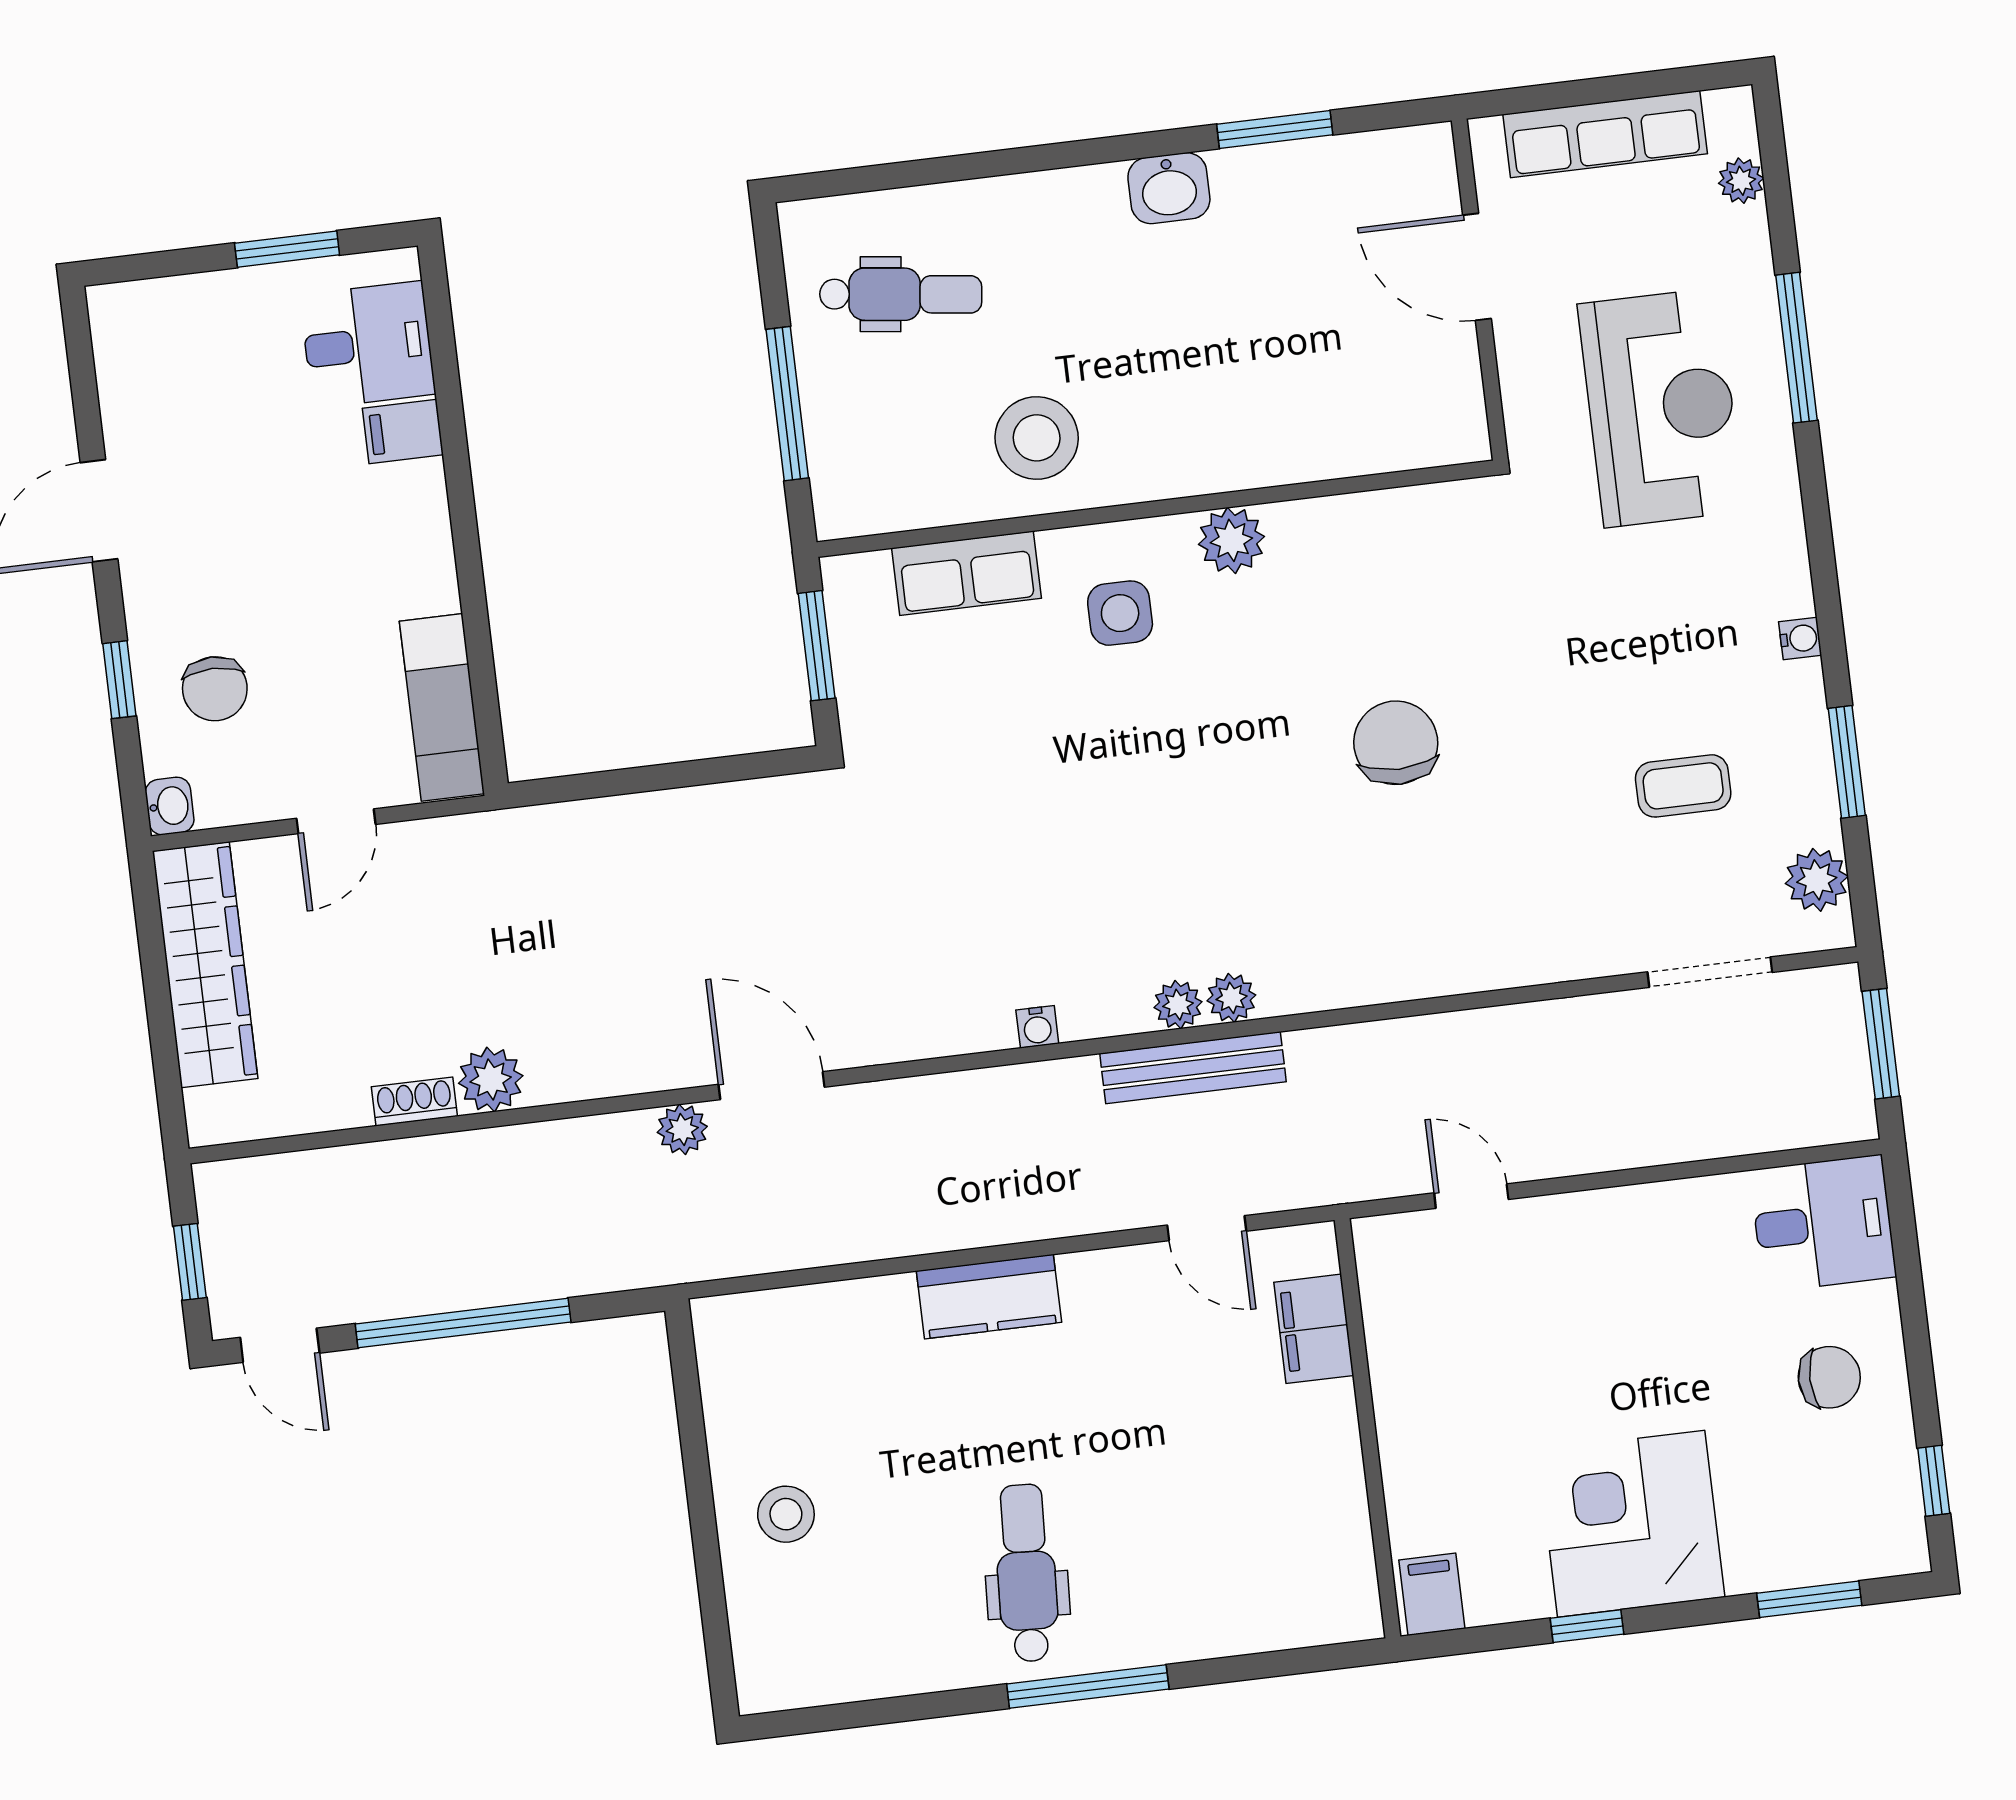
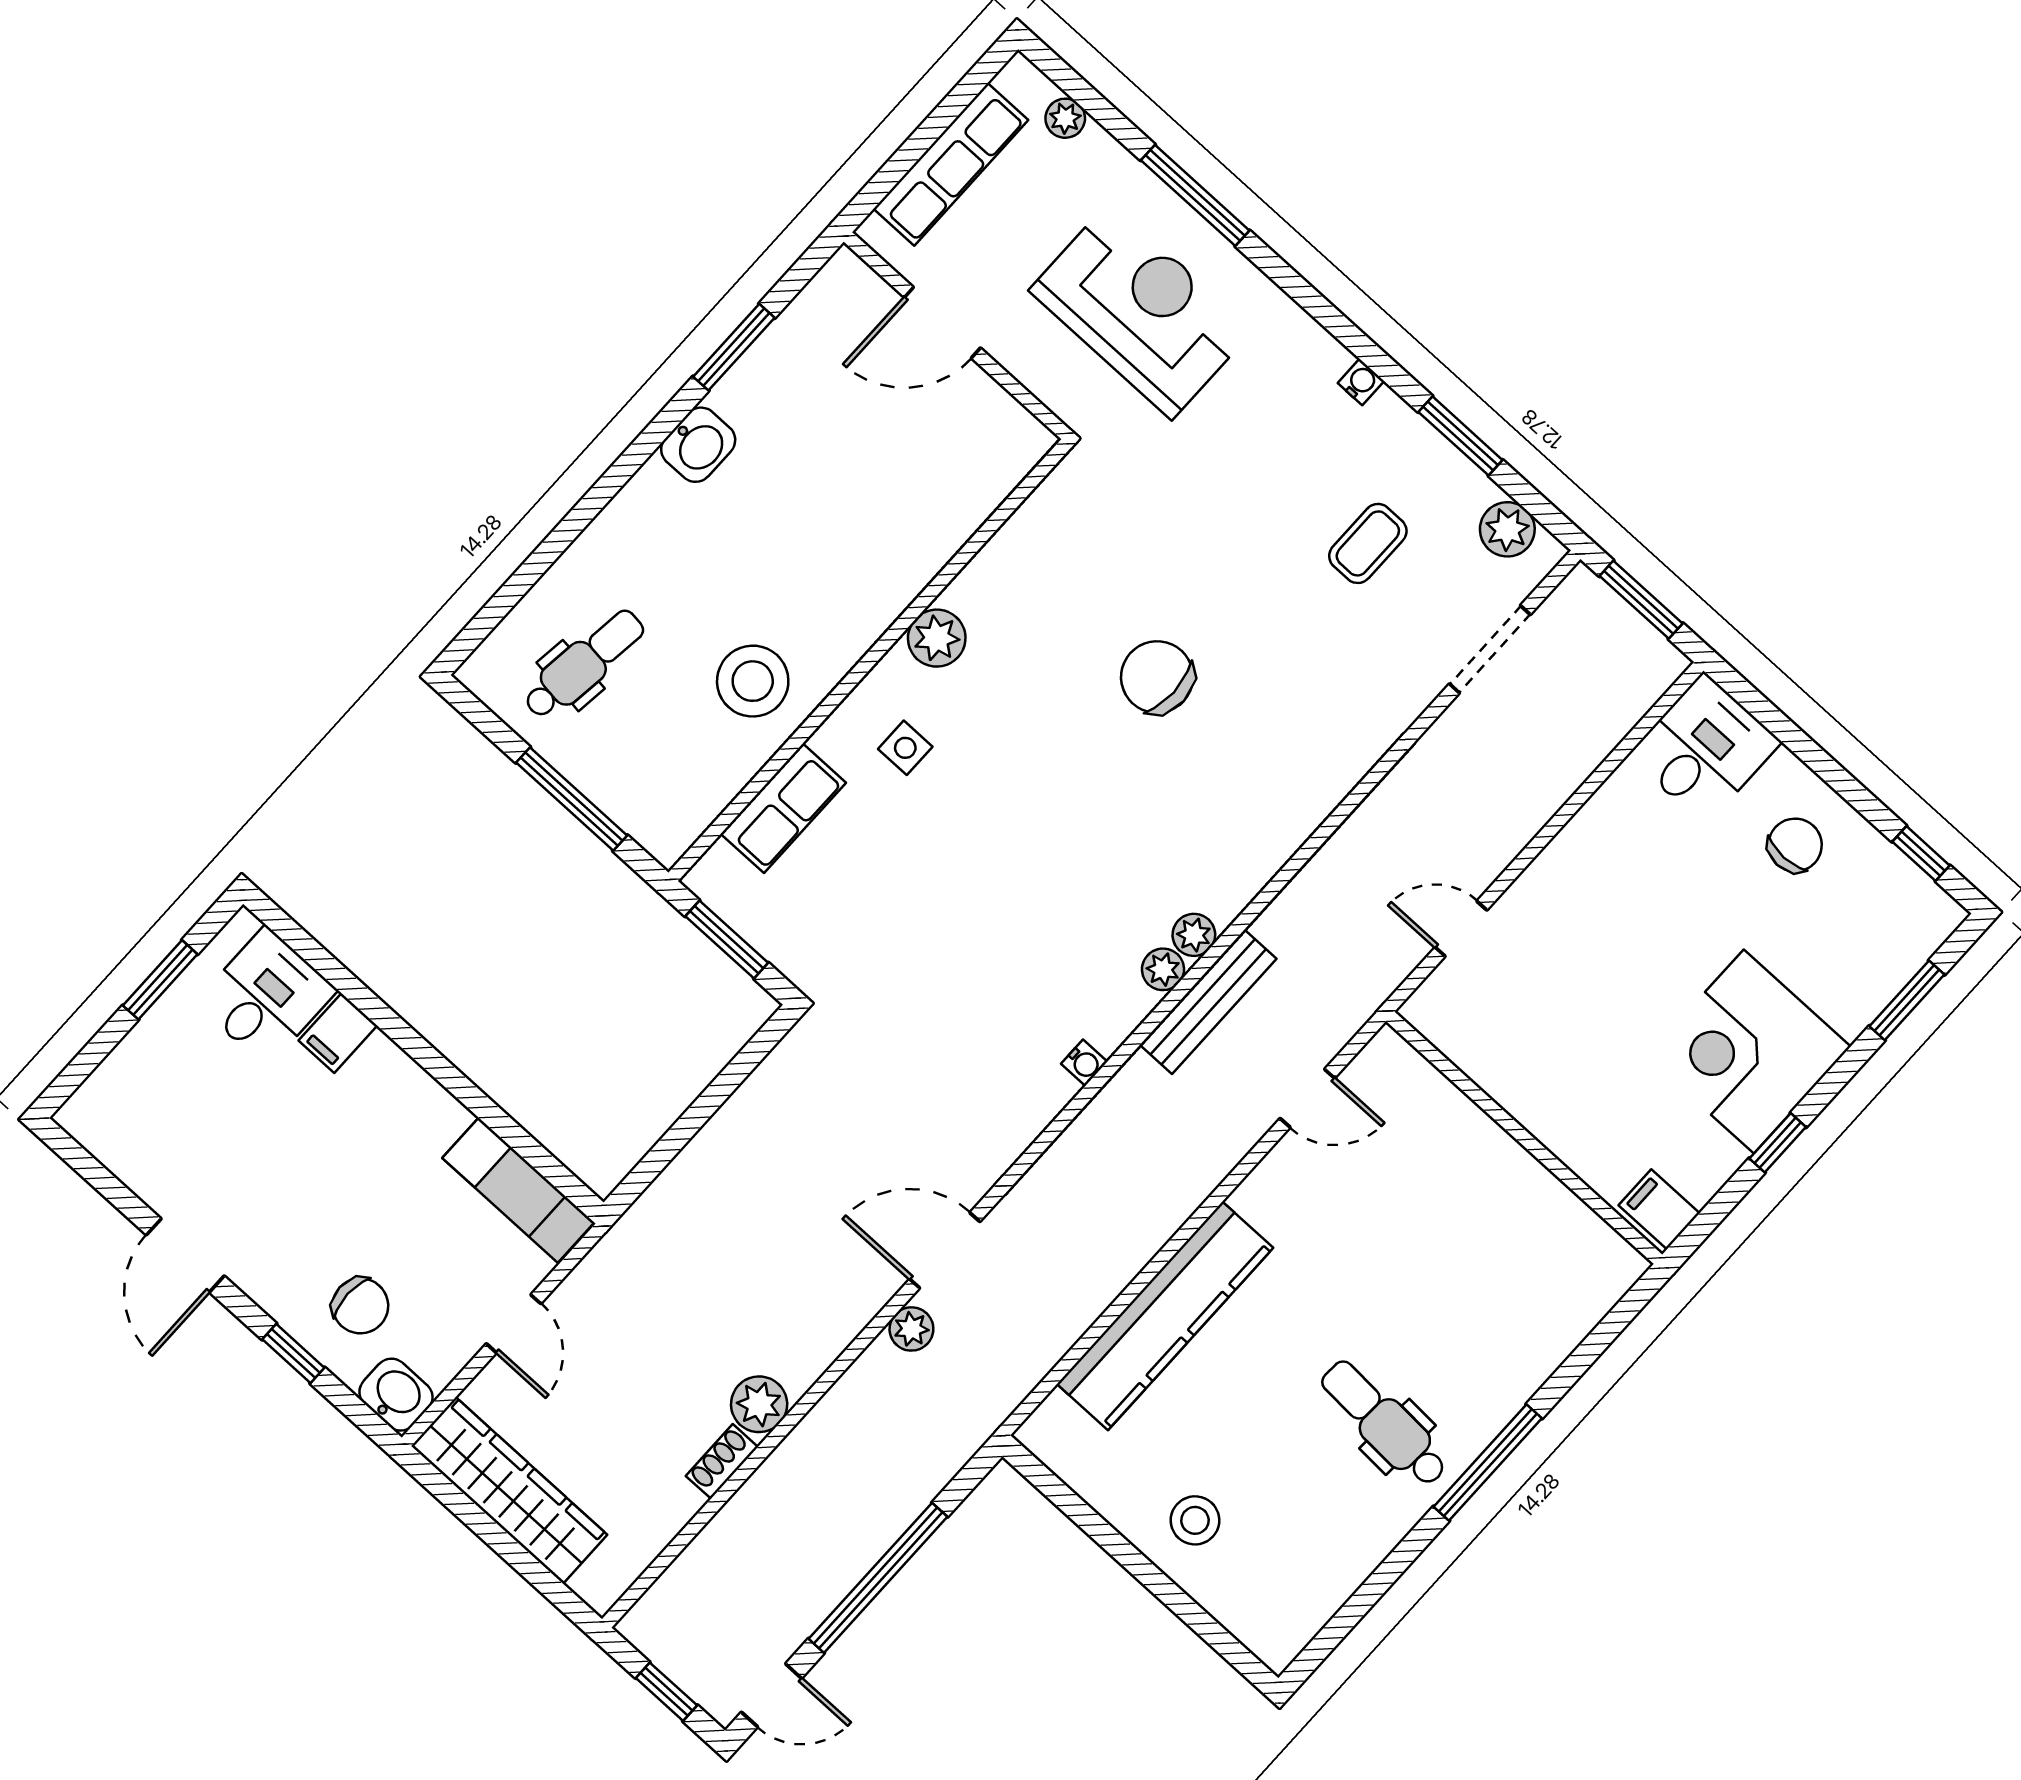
side table: (1120, 613) -> (905, 748), width x0.73, depth x0.73
washbasin: (170, 806) -> (396, 1395), width x1.38, depth x1.45
kitchen counter: (989, 1297) -> (1165, 1316), width x2.08, depth x1.17
filing cabinet: (1314, 1329) -> (1433, 1103), removed

